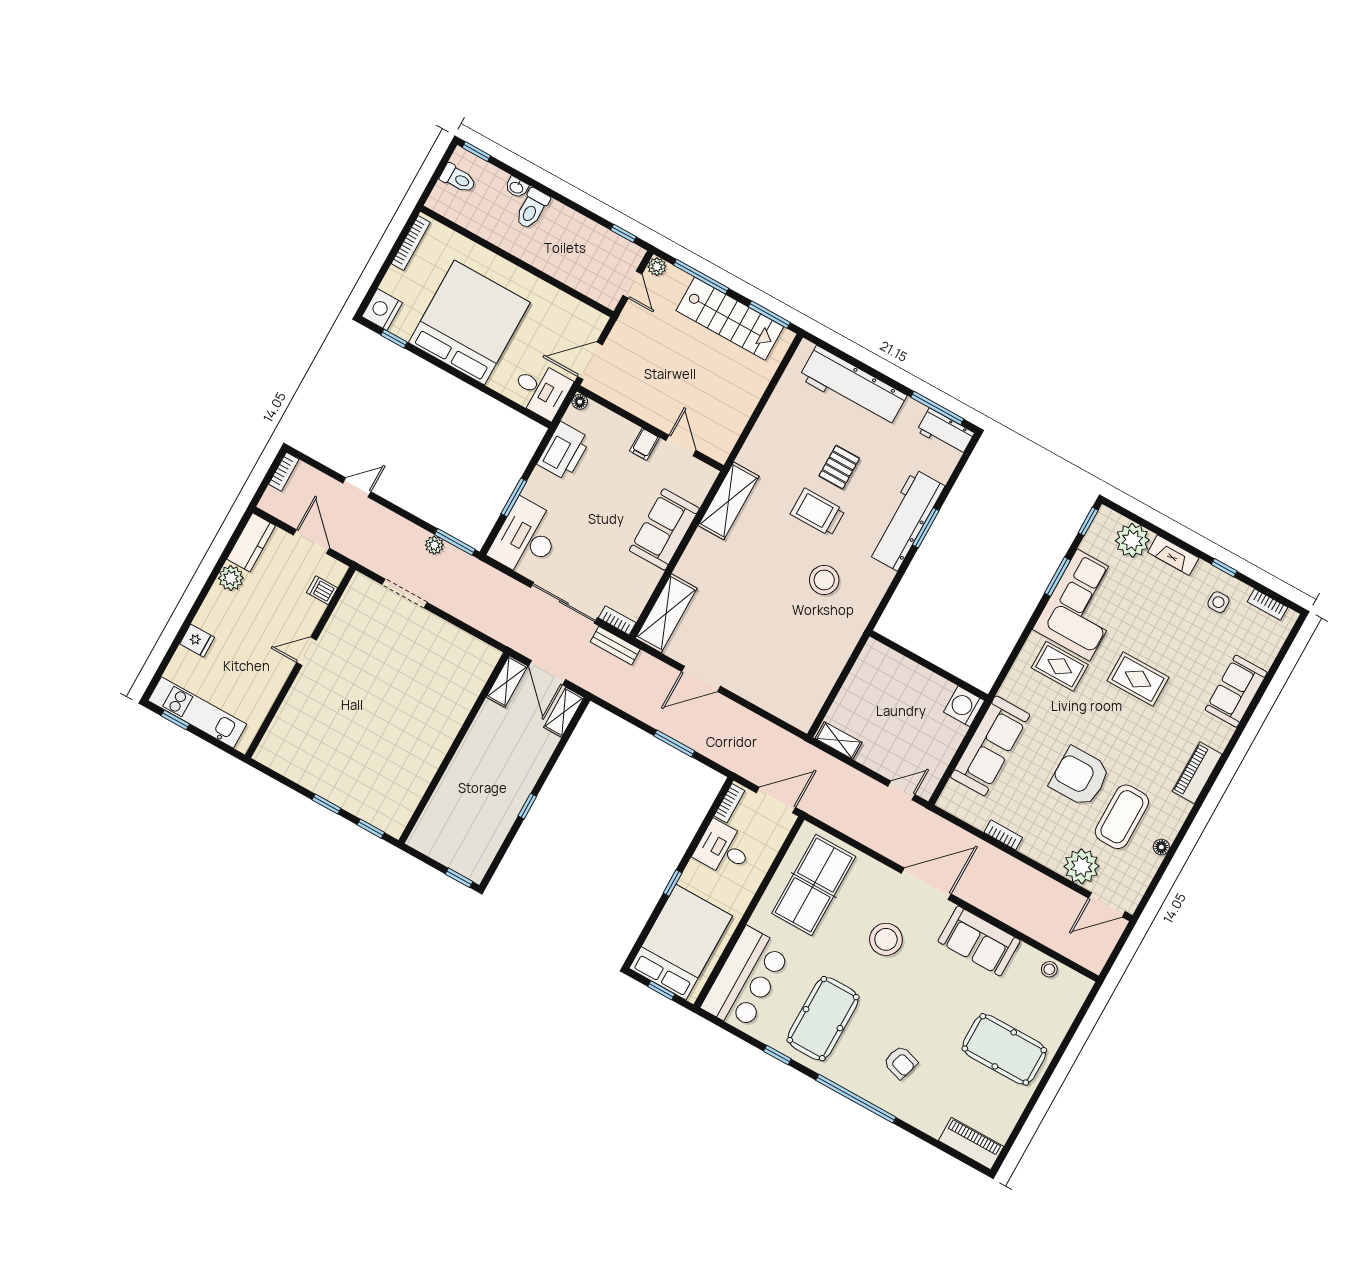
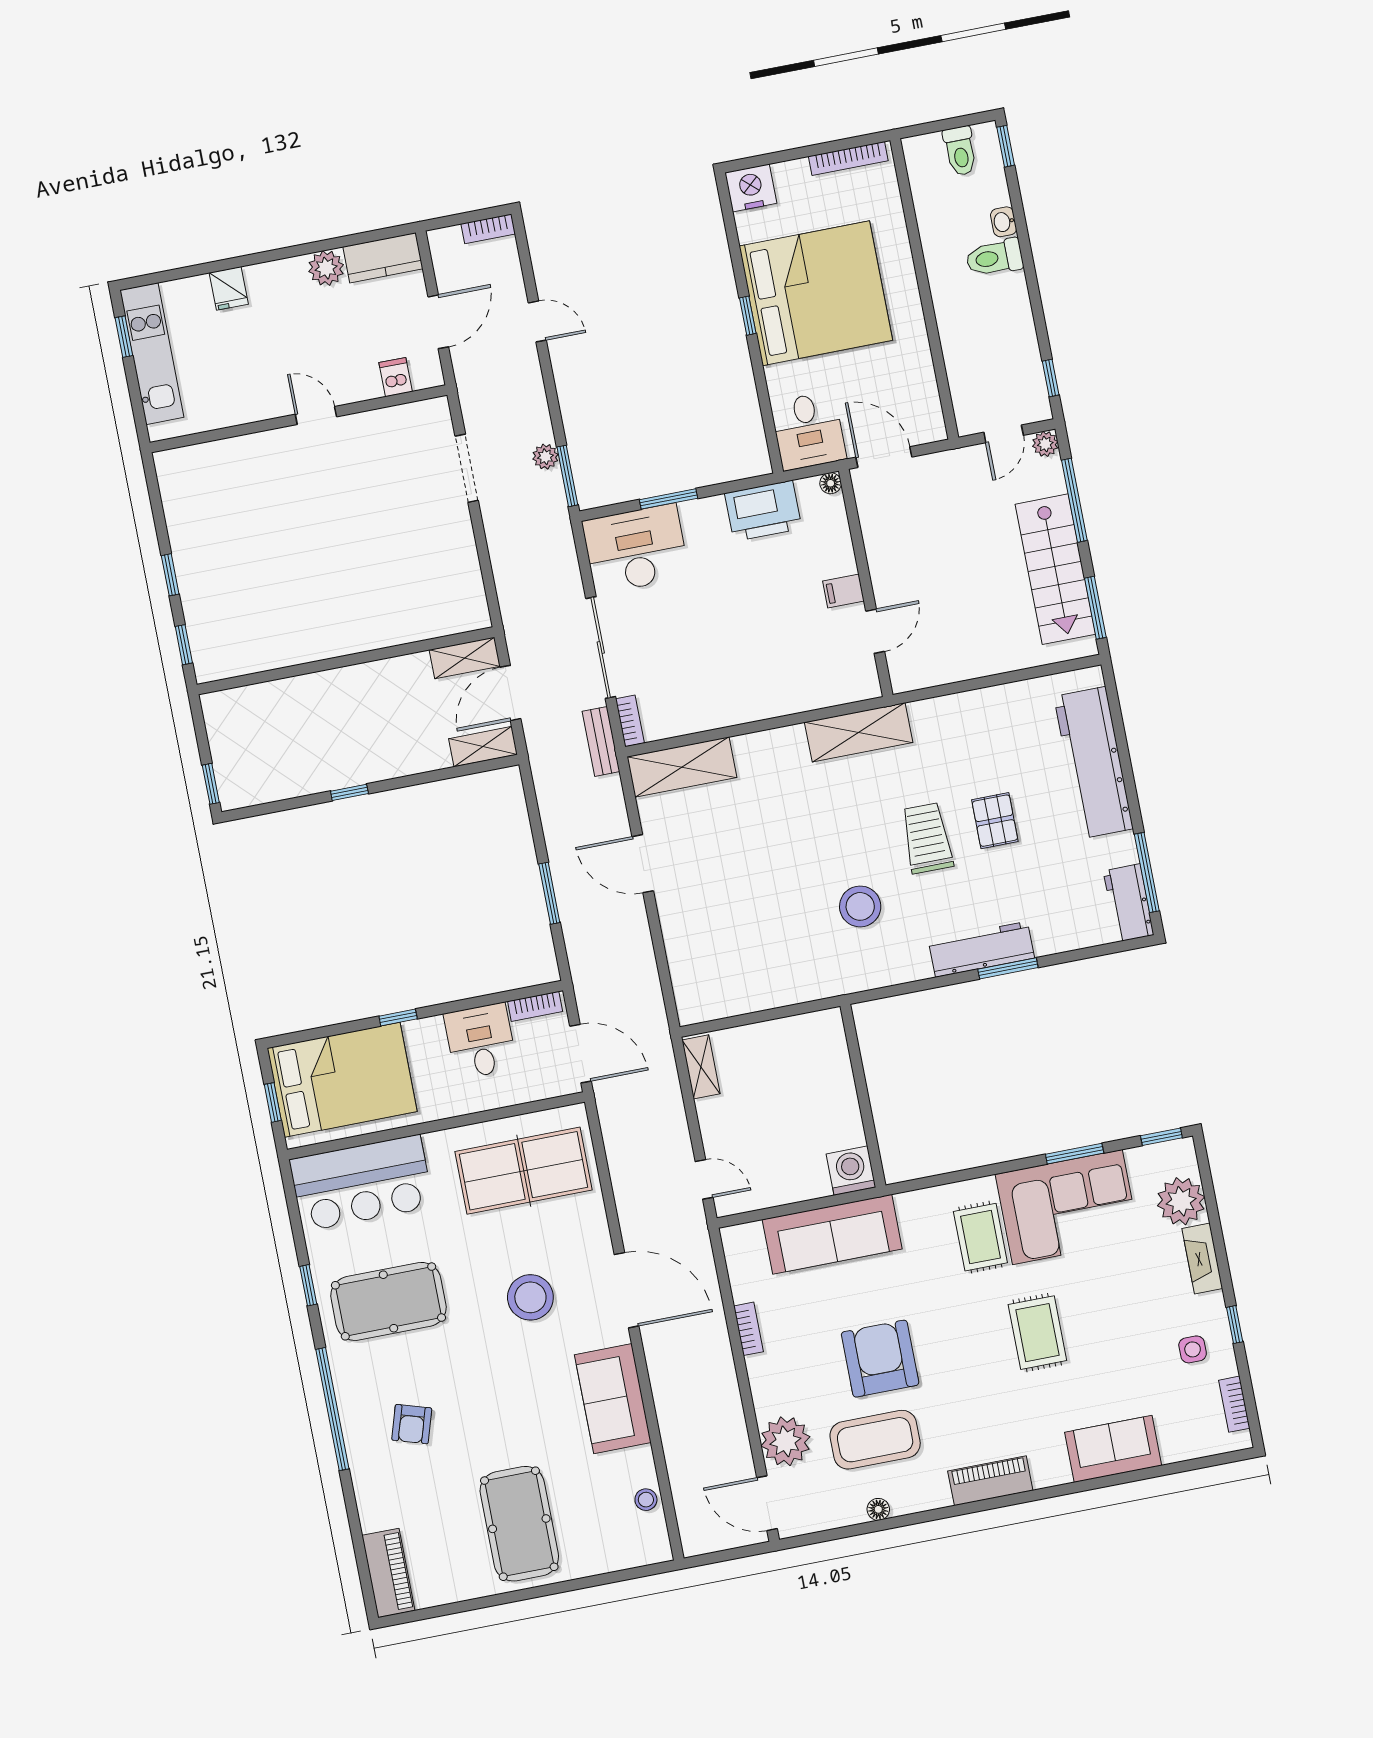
window: (394, 339) -> (748, 316), moved
pallet: (839, 467) -> (995, 821), turned 90
workbench: (906, 520) -> (981, 949), width x0.73, depth x0.76
sofa: (664, 529) -> (770, 689), removed

